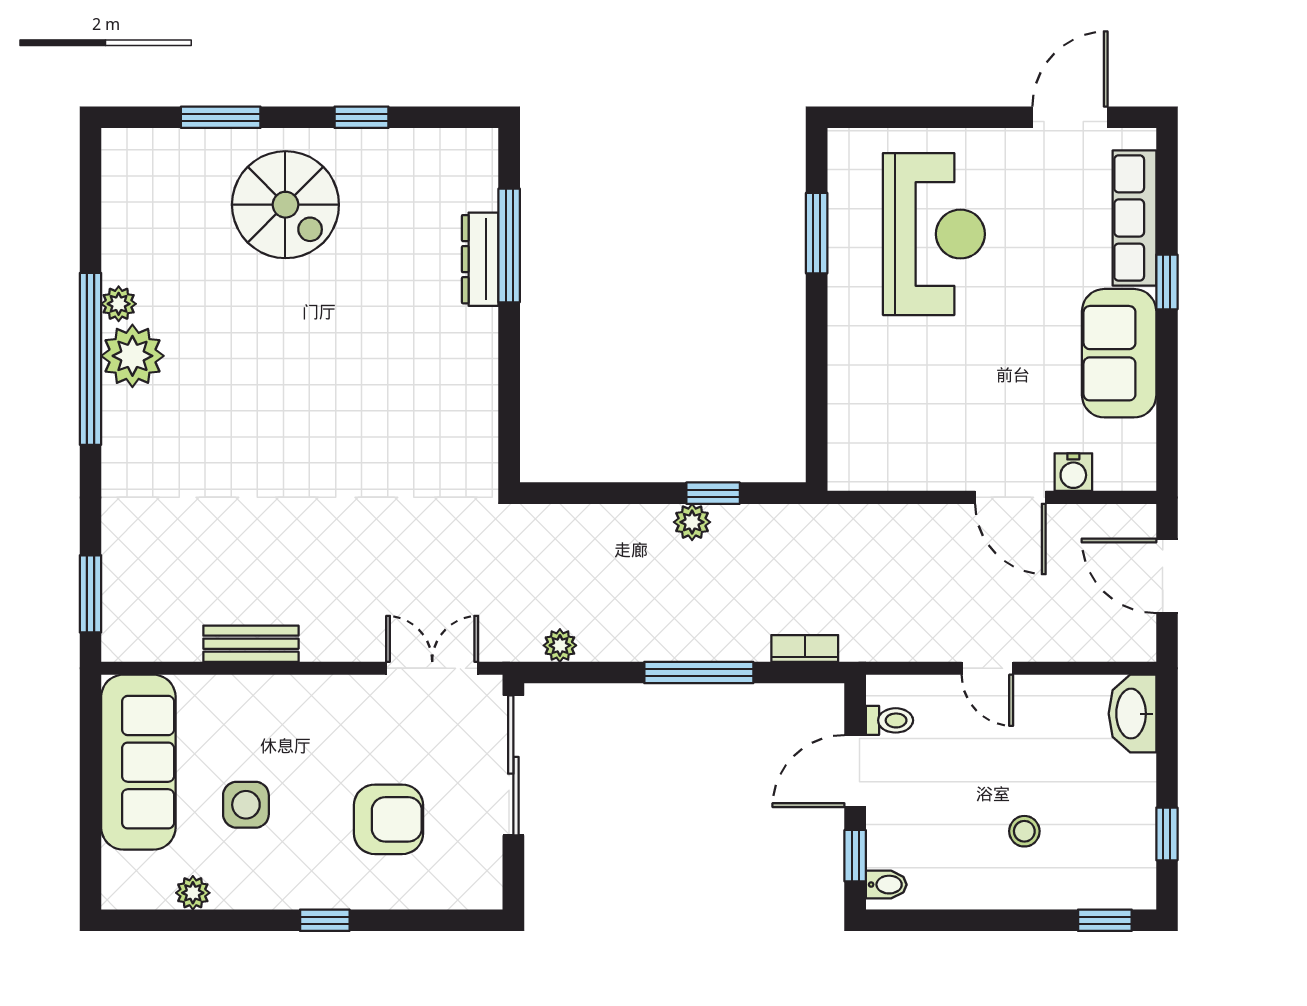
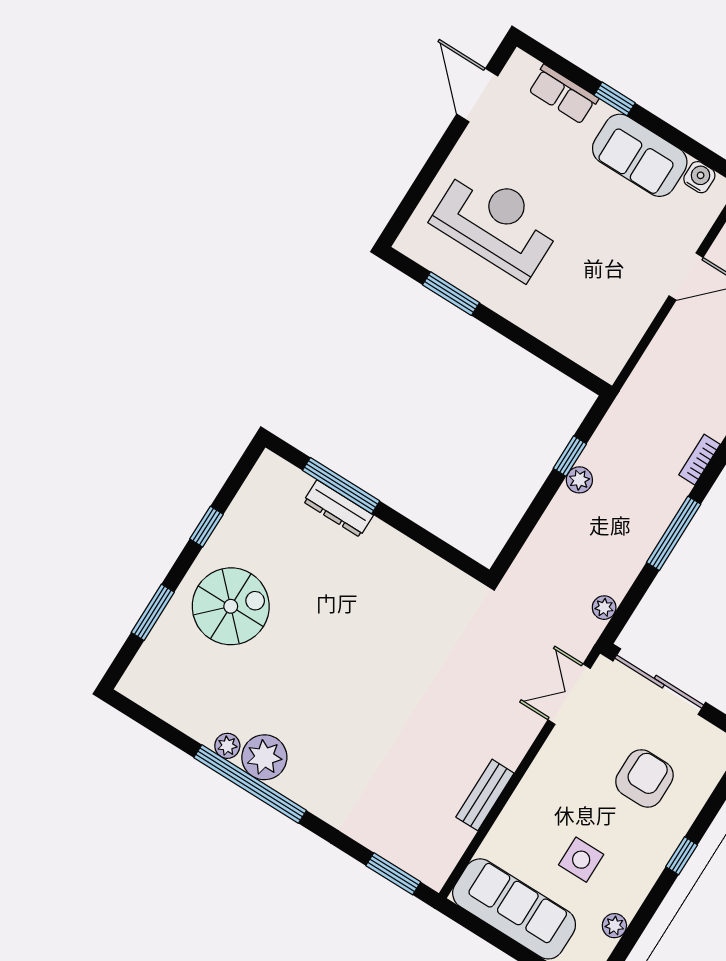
row of seats: (1134, 218) -> (563, 94), width x0.68
water cooler: (1073, 472) -> (699, 177), moved, turned -90

